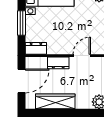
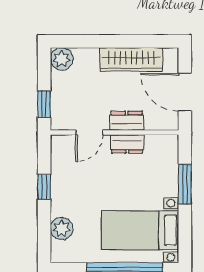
dresser: (36, 48) -> (127, 144), moved
door: (22, 81) -> (185, 92), hinge flipped

